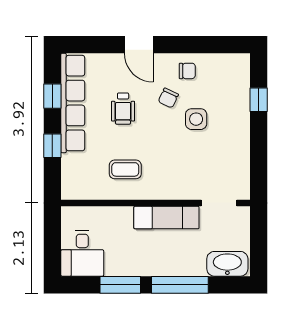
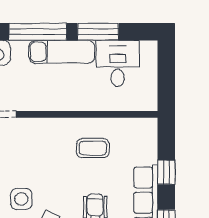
exam couch: (166, 218) -> (62, 52), moved, turned 180
desk: (82, 253) -> (118, 63), moved

